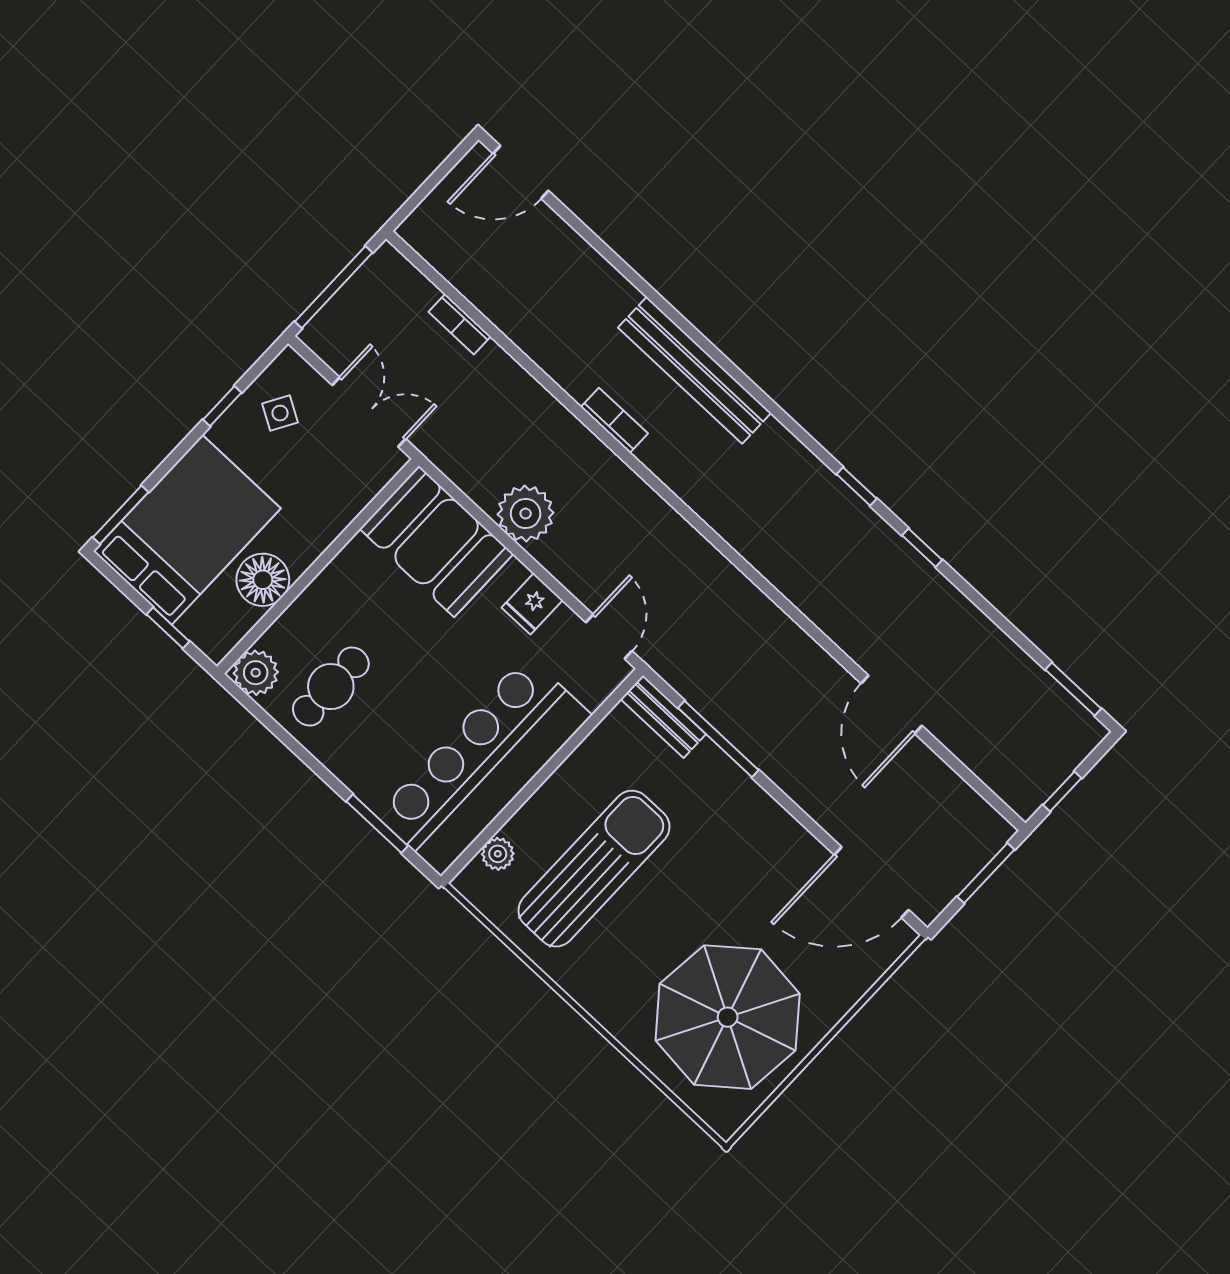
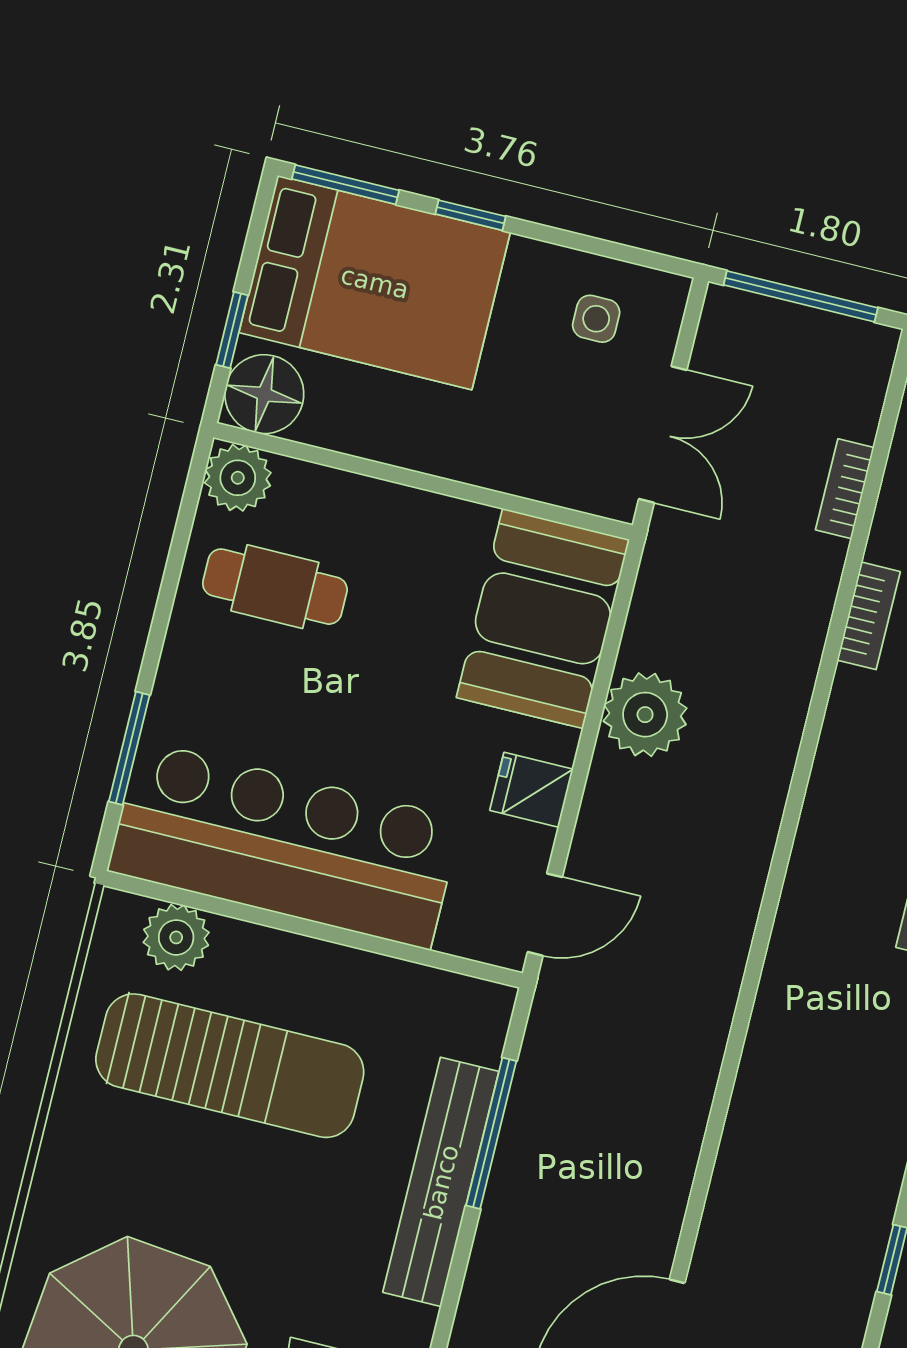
window: (222, 406) -> (470, 215), moved
side table: (280, 413) -> (596, 319), turned -30
bookcase: (614, 420) -> (869, 616), moved
floor lamp: (263, 580) -> (264, 394), moved
bench: (663, 717) -> (441, 1182), moved, width x1.86, depth x1.21
plant: (498, 854) -> (176, 937), width x1.38, depth x1.38

